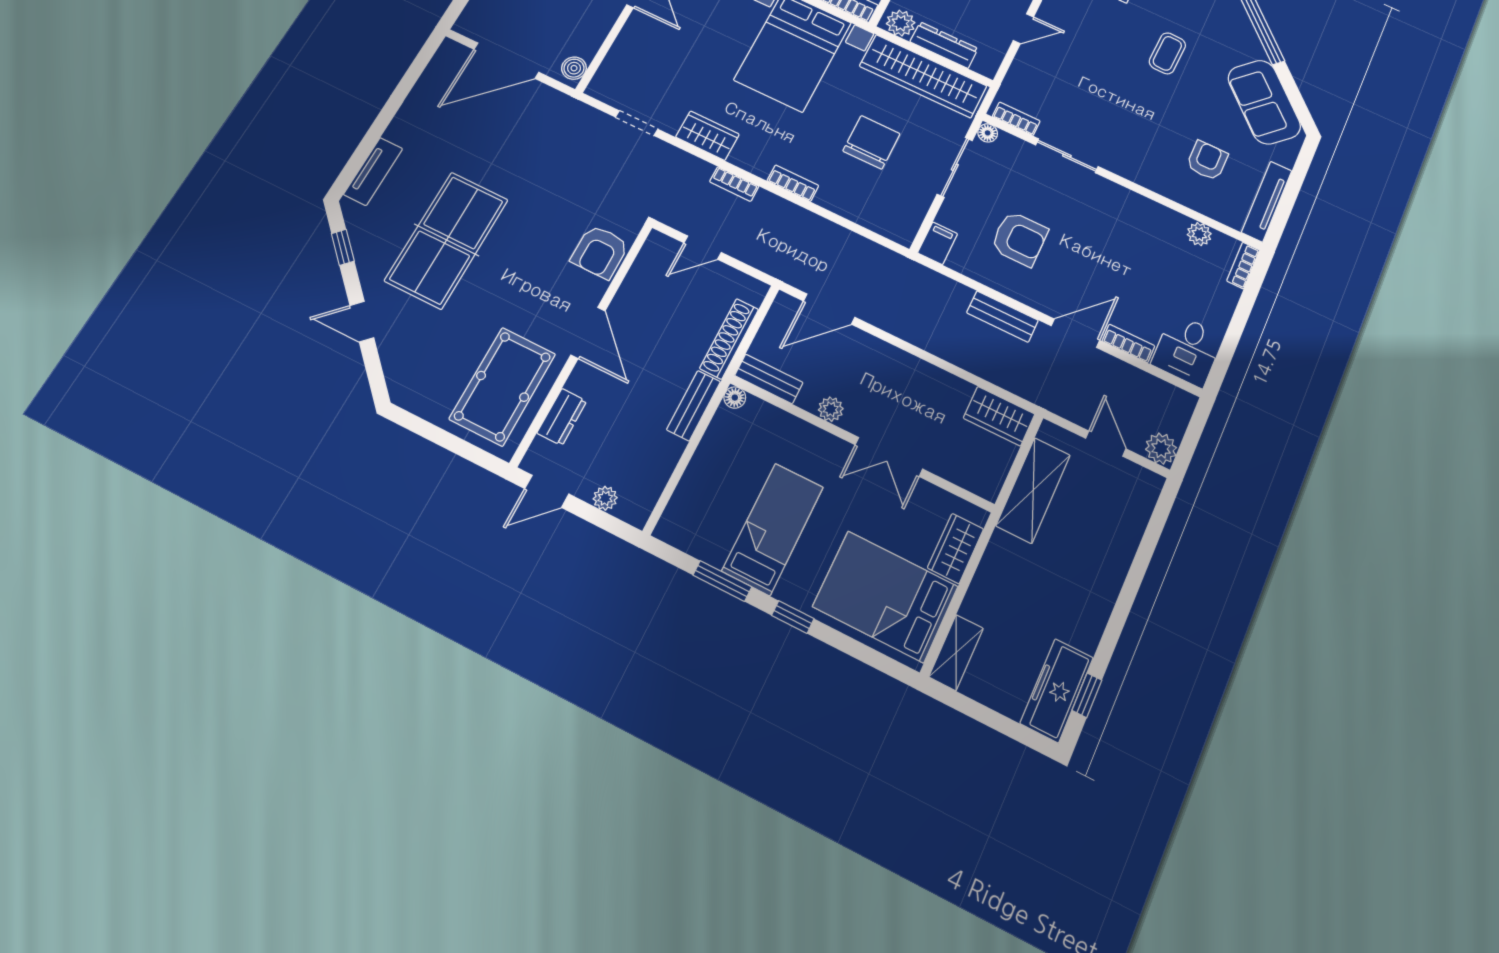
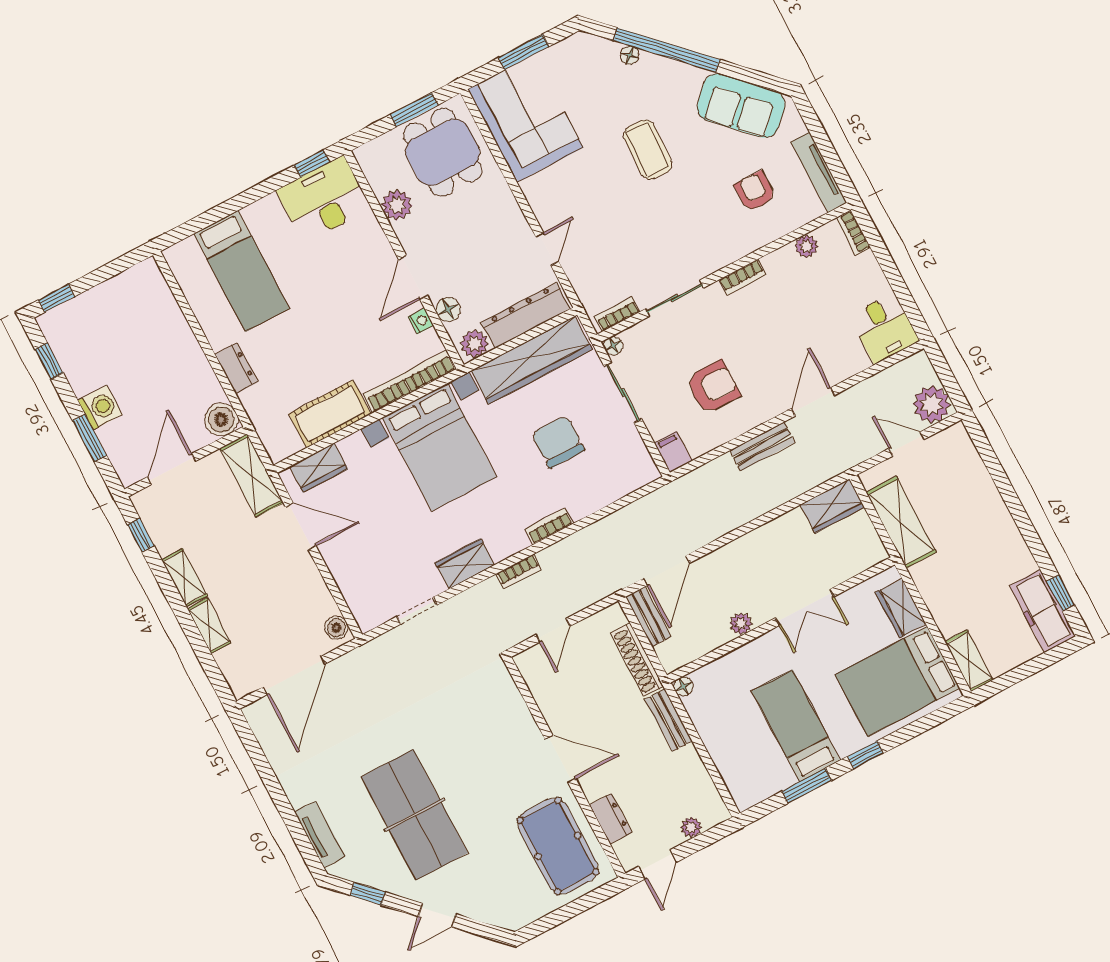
dresser: (944, 45) -> (526, 316), width x1.37, depth x1.24
coffee table: (1167, 53) -> (648, 150), width x1.36, depth x1.30
armchair: (600, 252) -> (503, 708), removed
bookcase: (1128, 343) -> (742, 277), moved, turned 180
bench: (769, 379) -> (648, 617), moved, turned 90
plant: (1161, 449) -> (932, 404), width x1.36, depth x1.36

